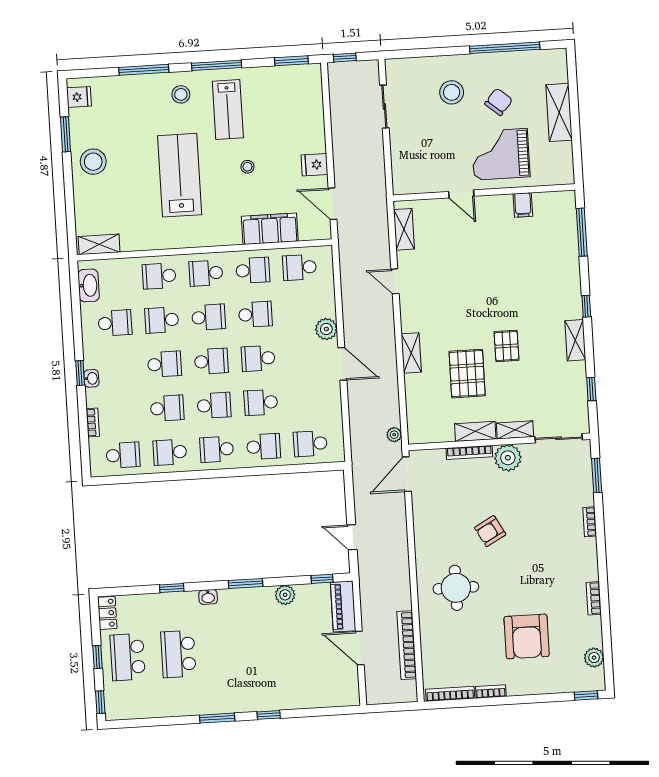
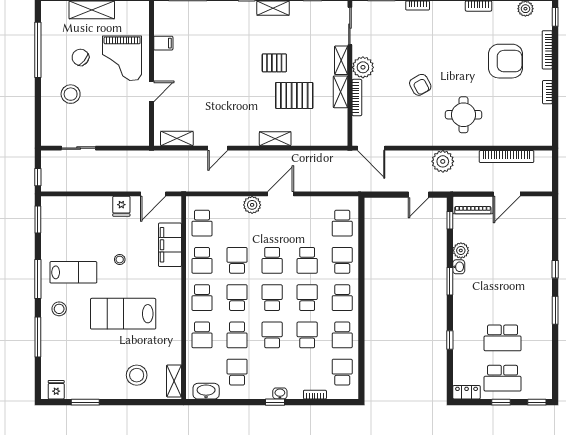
stool: (93, 162) -> (137, 375), moved
school desk: (253, 270) -> (202, 260), turned 180
plant: (394, 435) -> (443, 161), moved, width x1.88, depth x1.88
washbasin: (208, 597) -> (459, 267), moved
bookcase: (450, 694) -> (547, 50), moved

